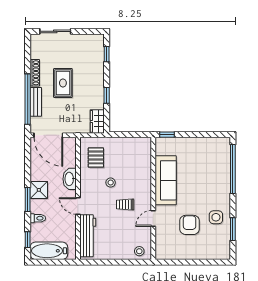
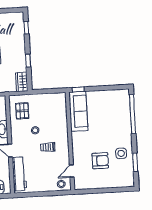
sofa: (166, 180) -> (78, 111), moved
door: (153, 218) -> (72, 171), moved
armchair: (190, 225) -> (100, 161), turned 90

